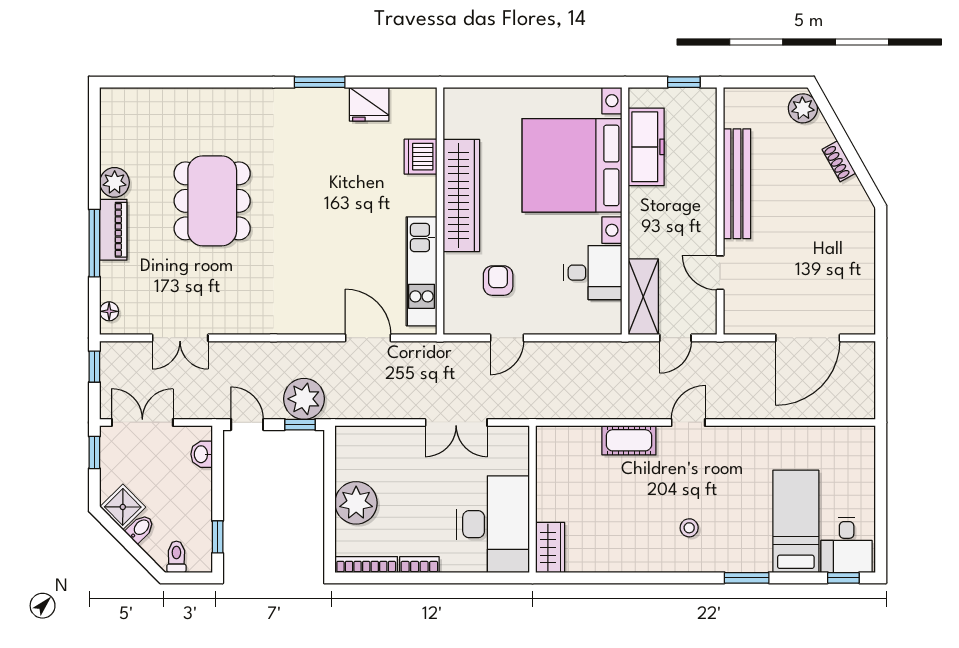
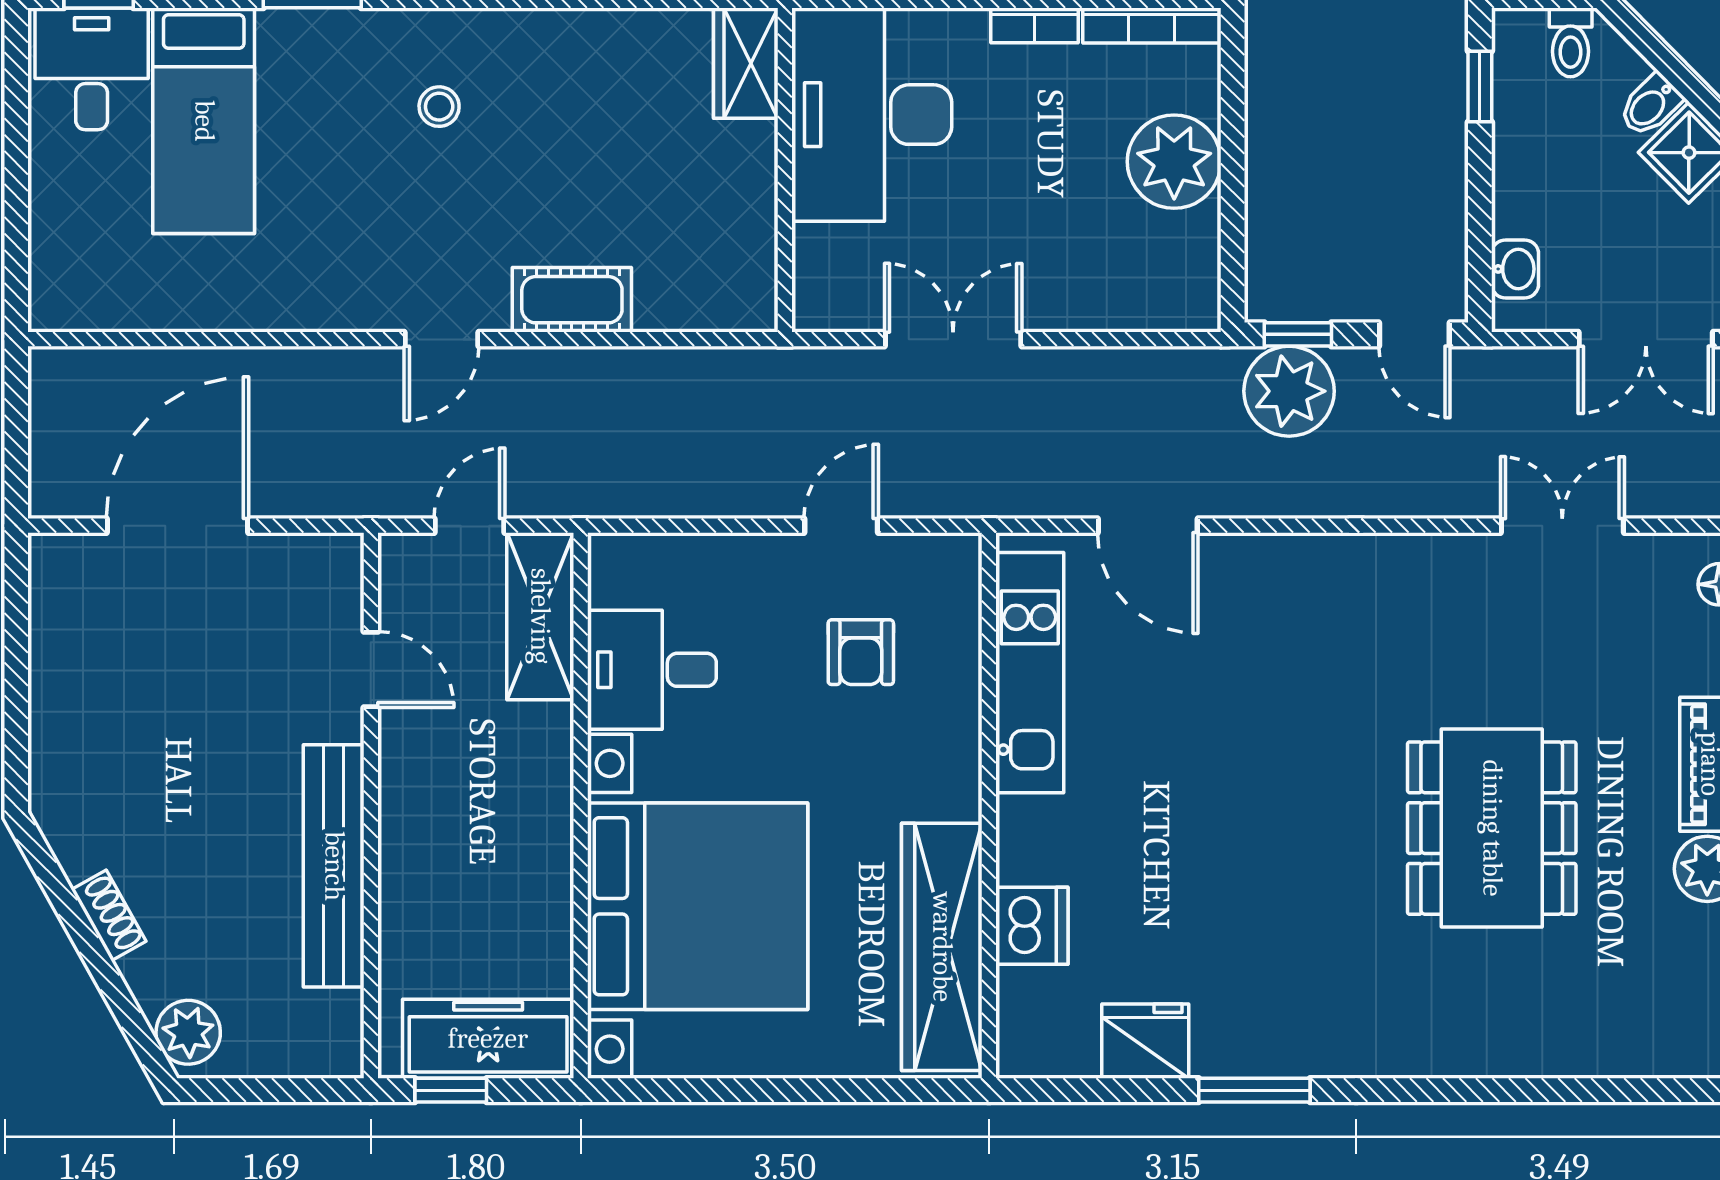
freezer: (646, 147) -> (488, 1039), moved, turned 90
wardrobe: (461, 196) -> (942, 947), moved

